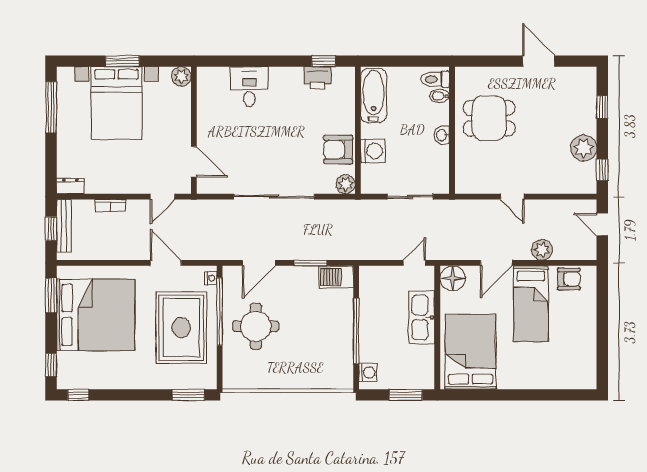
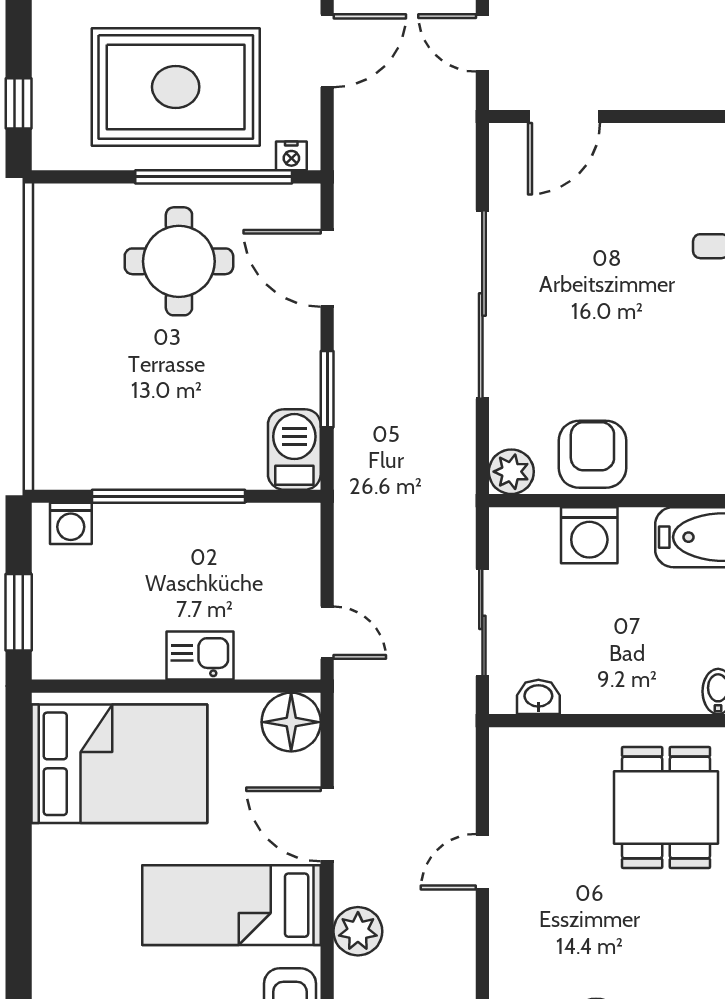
washbasin: (442, 135) -> (538, 697), moved
kitchen sink: (422, 317) -> (200, 655), width x0.53, depth x0.81
window: (188, 395) -> (19, 103), width x0.67

